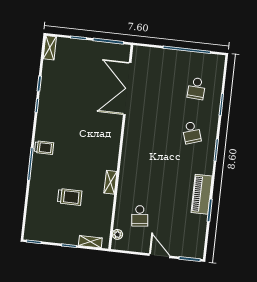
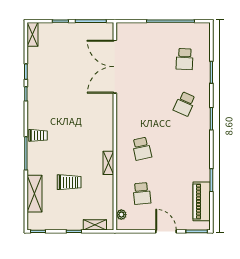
school desk: (192, 132) -> (185, 104), turned 42
school desk: (145, 172) -> (142, 149), added
piano: (202, 194) -> (202, 201), moved
shelving: (34, 205) -> (35, 194), added

